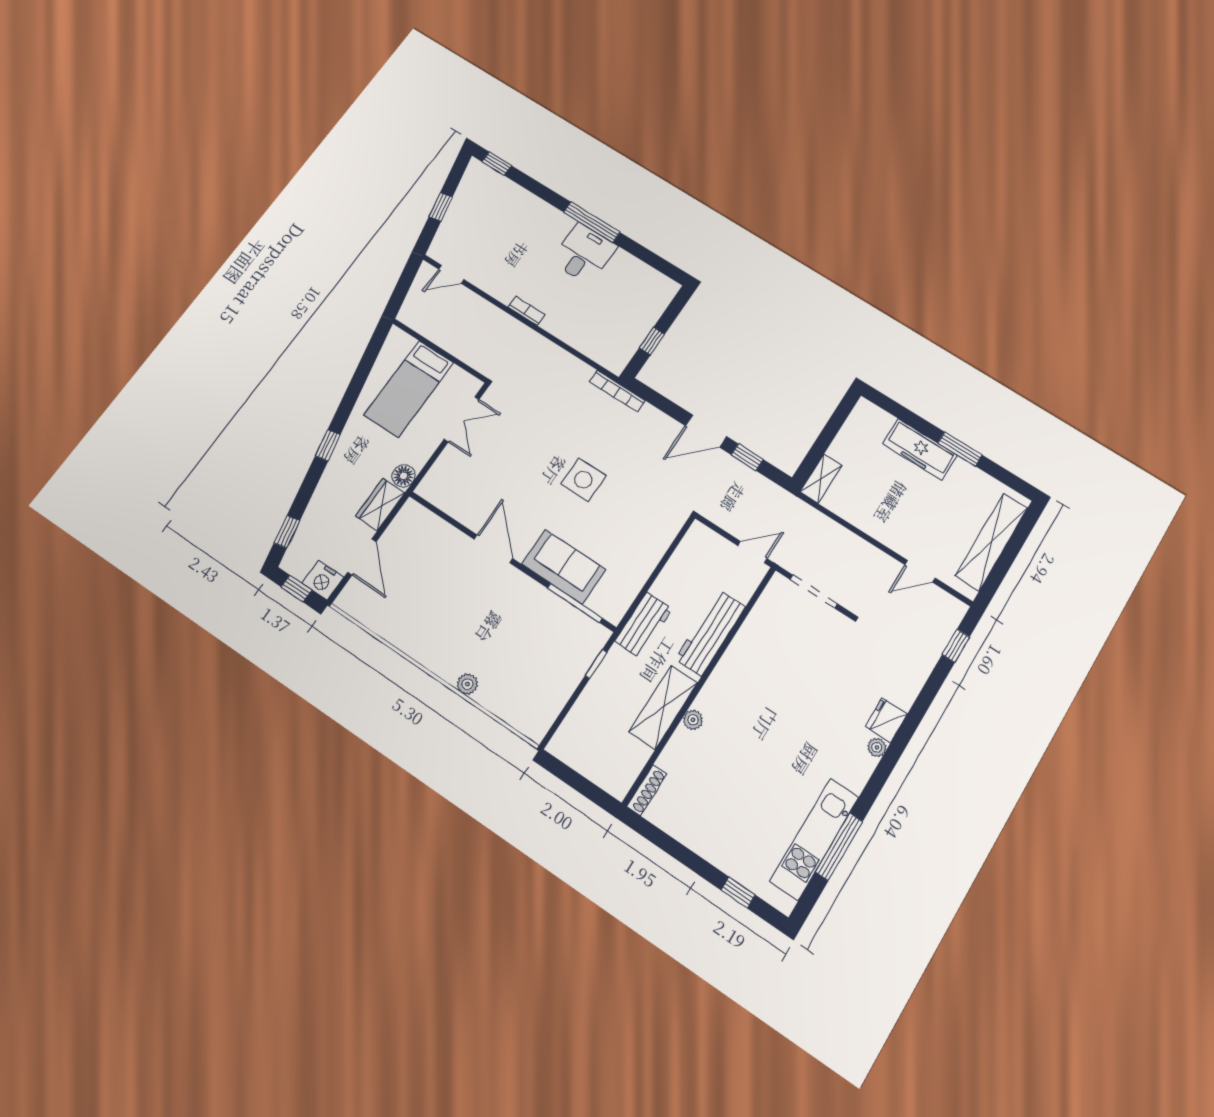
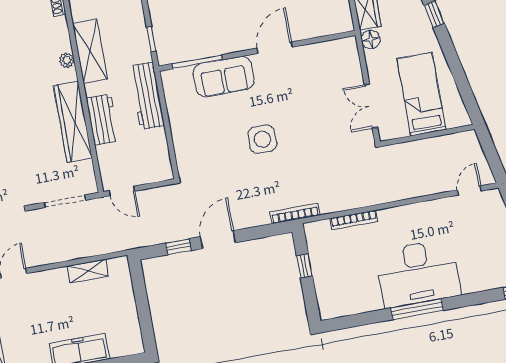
desk: (584, 254) -> (418, 273), width x1.87, depth x1.30
bookcase: (526, 311) -> (354, 220), moved, width x1.56
shelving: (821, 479) -> (88, 271), moved, turned 90
door: (493, 549) -> (275, 48), swing flipped
door: (752, 552) -> (122, 191), hinge flipped
workbench: (644, 625) -> (147, 96), width x1.38
workbench: (710, 633) -> (103, 120), width x0.73
wardrobe: (740, 657) -> (73, 122), added

